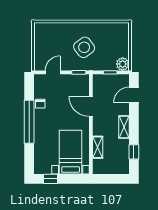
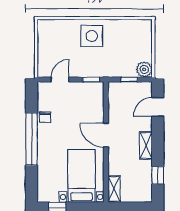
side table: (84, 47) -> (92, 36), moved, turned 37
door: (91, 106) -> (106, 135), moved
shelving: (98, 147) -> (114, 189), moved

